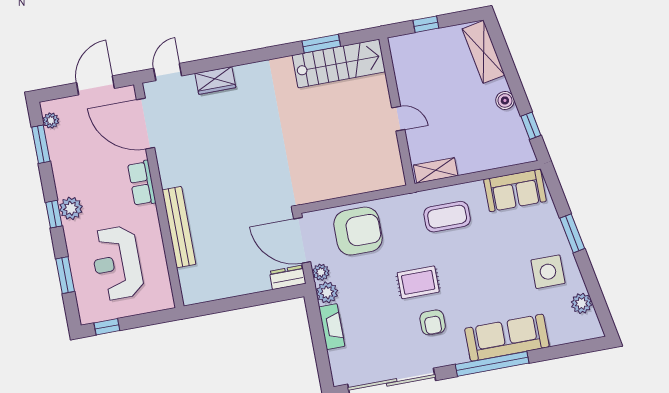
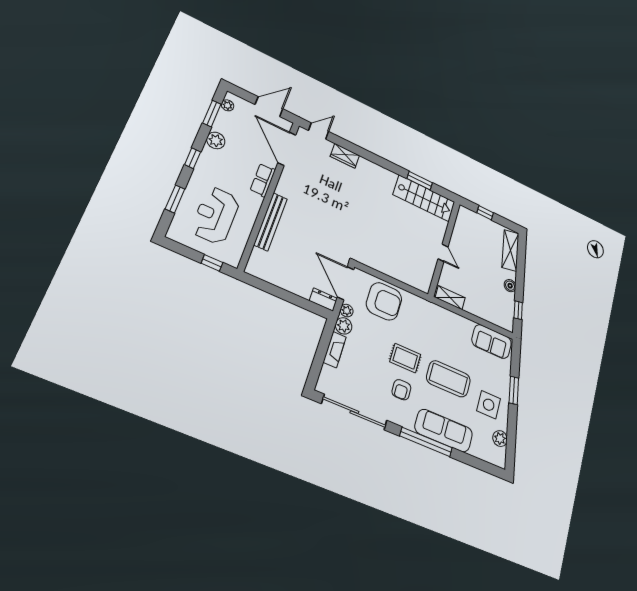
plant: (71, 208) -> (216, 140), moved
coffee table: (447, 217) -> (448, 379), moved, width x1.36, depth x1.32
window: (107, 327) -> (212, 263), moved

